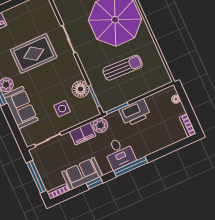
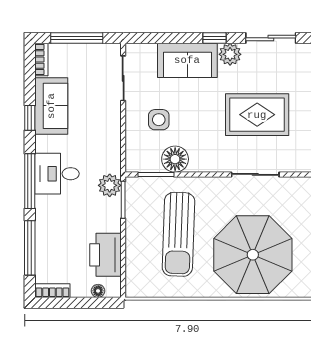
rug: (34, 54) -> (257, 115), turned 90
sun lounger: (123, 68) -> (178, 234), width x1.36, depth x1.34
printer: (135, 113) -> (105, 255), moved
plant: (100, 125) -> (110, 185), moved
filing cabinet: (83, 134) -> (109, 133), removed
window: (169, 149) -> (30, 248), added

